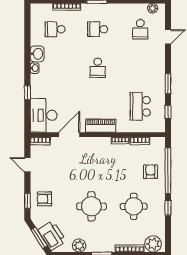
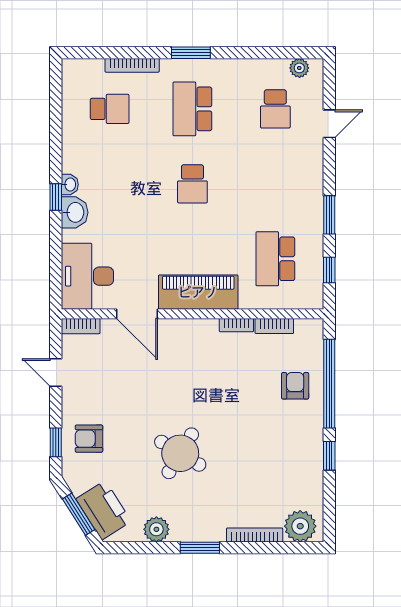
school desk: (55, 29) -> (110, 109), turned 180
school desk: (98, 29) -> (192, 109), width x1.85
washbasin: (37, 54) -> (75, 212), moved
window: (27, 93) -> (56, 197), moved
piano: (101, 126) -> (198, 292), width x1.37, depth x1.33
door: (69, 135) -> (137, 314), swing flipped
round table: (91, 206) -> (180, 453), turned 31
round table: (134, 206) -> (262, 453), removed

